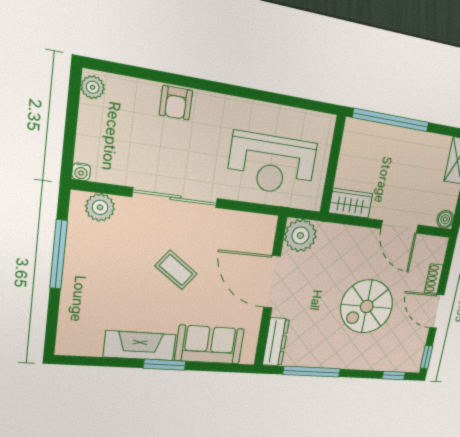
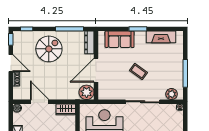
door: (272, 282) -> (96, 70), swing flipped
spiral stairs: (367, 306) -> (49, 49), moved
fireplace: (140, 346) -> (161, 37), moved

